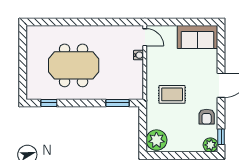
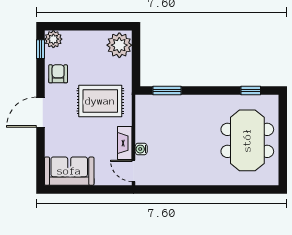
fireplace: (152, 60) -> (125, 143), added
meeting table: (74, 65) -> (247, 140), moved, turned 90
rug: (172, 94) -> (100, 101), width x1.36, depth x1.43

